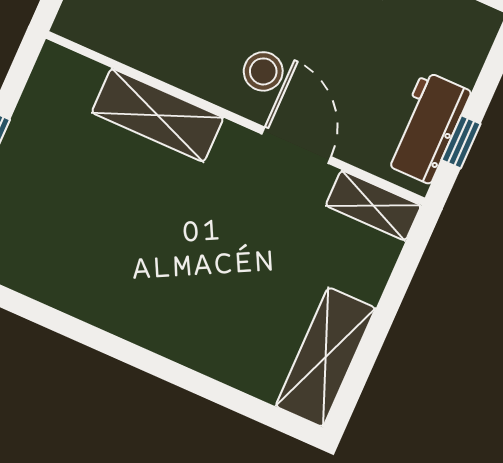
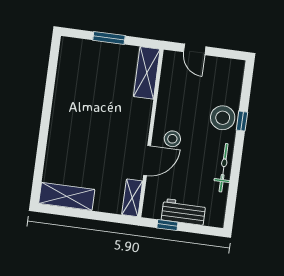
shelving: (157, 115) -> (147, 73), moved
workbench: (427, 127) -> (184, 212), moved

